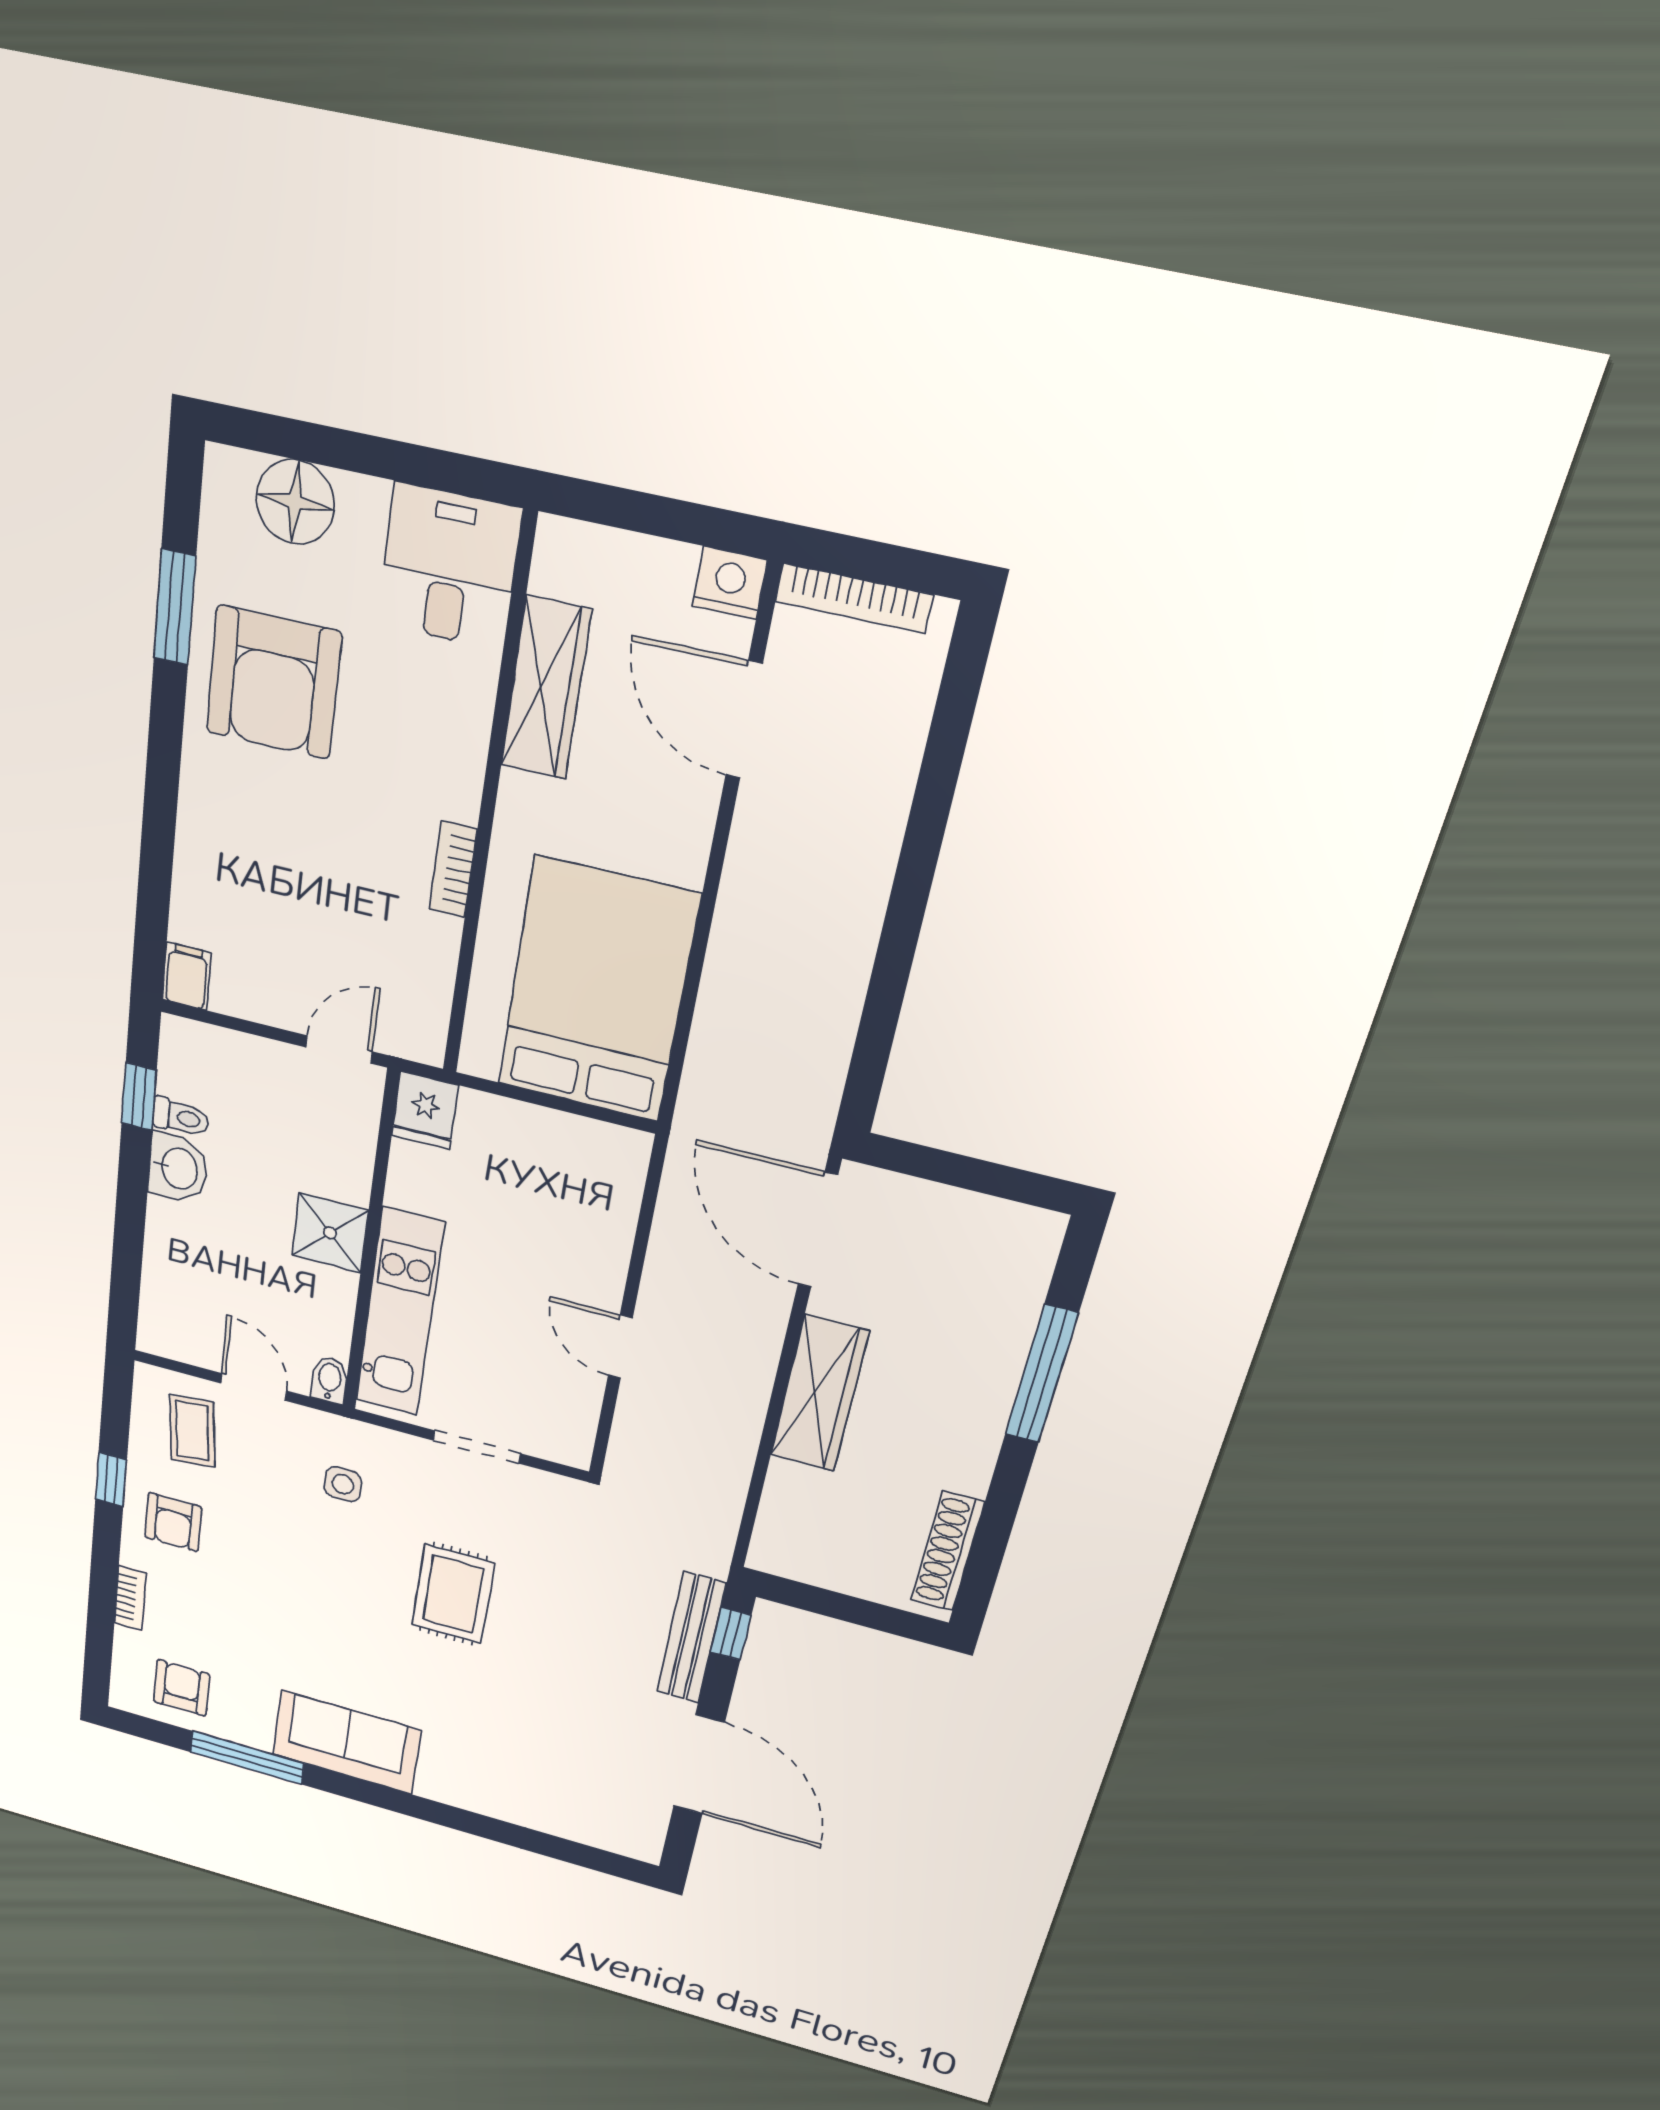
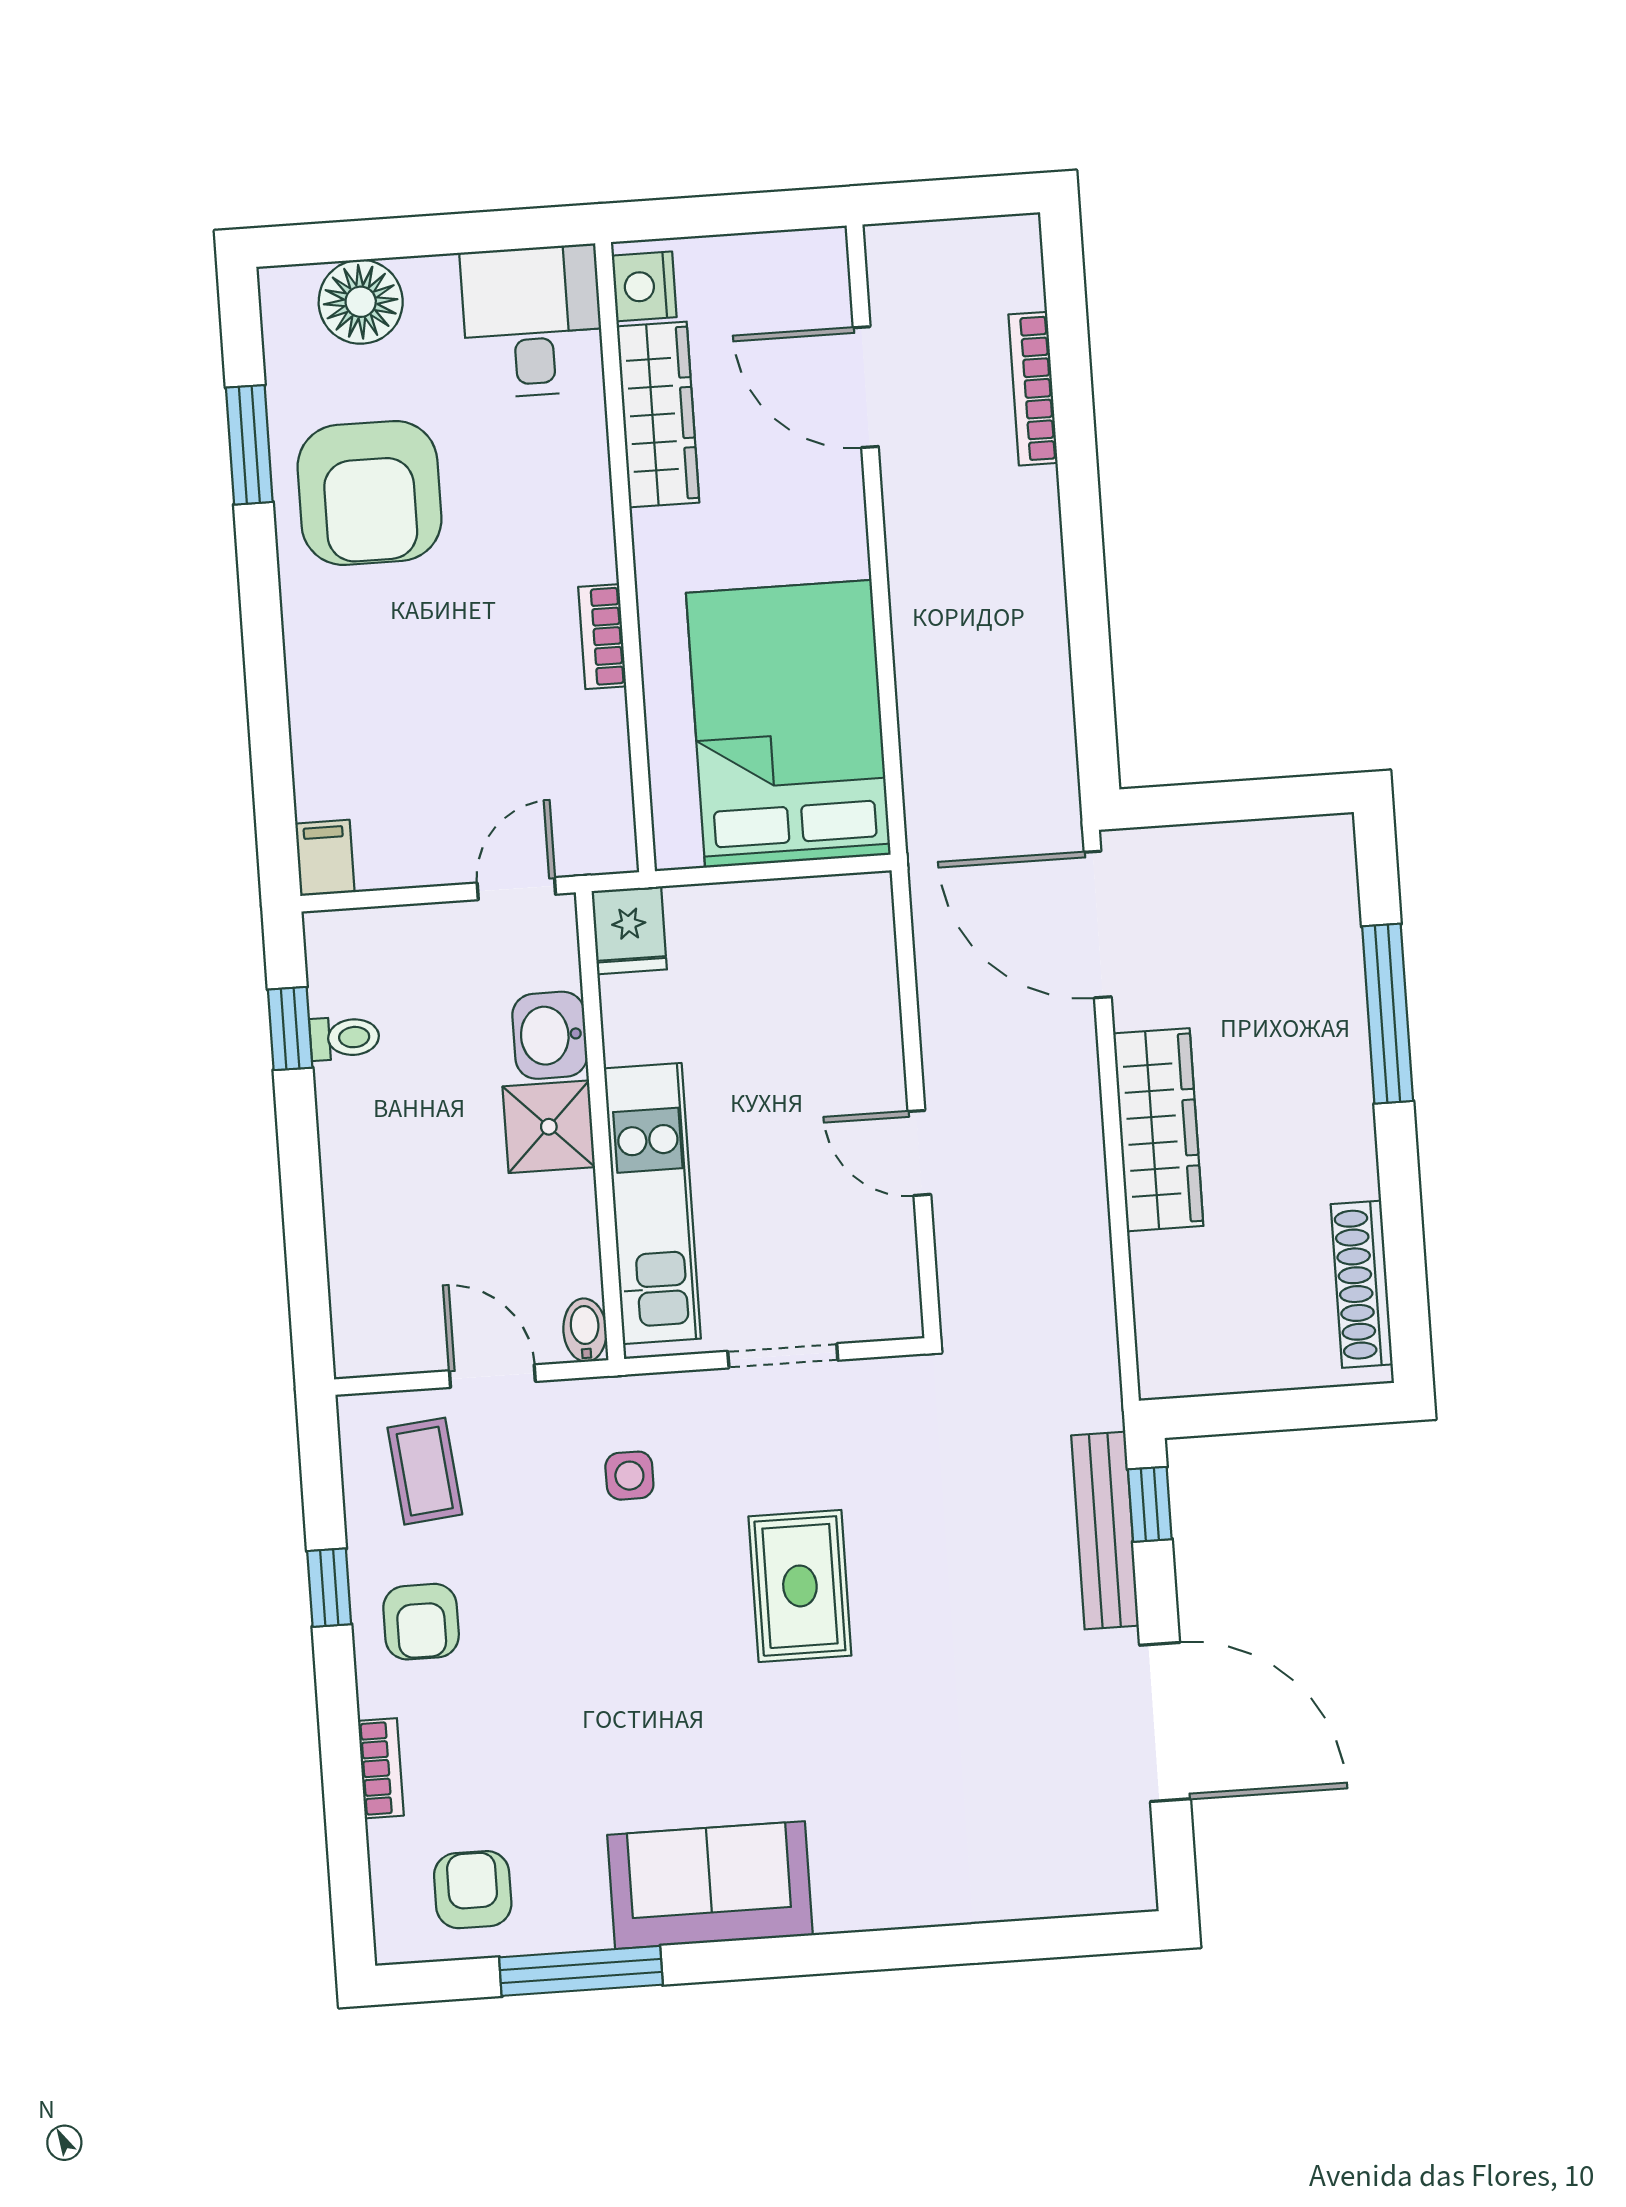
nightstand: (730, 583) -> (644, 286), moved, turned -90
bookcase: (854, 598) -> (1033, 389), moved, turned 90
washbasin: (178, 1168) -> (550, 1035), moved, turned 180

